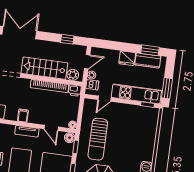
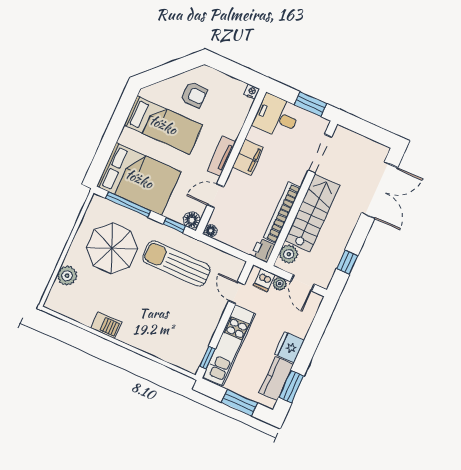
window: (167, 88) -> (239, 403), moved
filing cabinet: (23, 116) -> (248, 157), width x2.00

